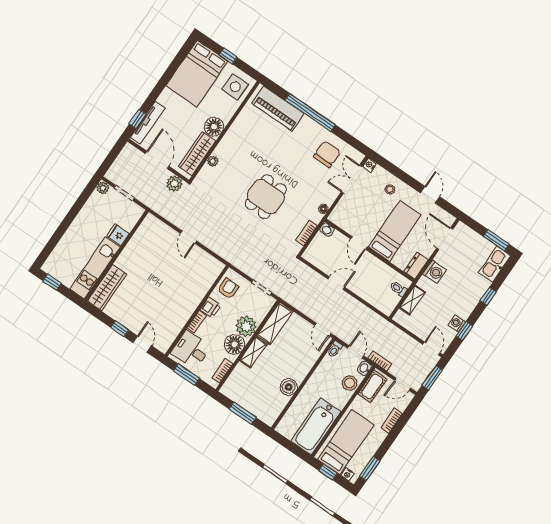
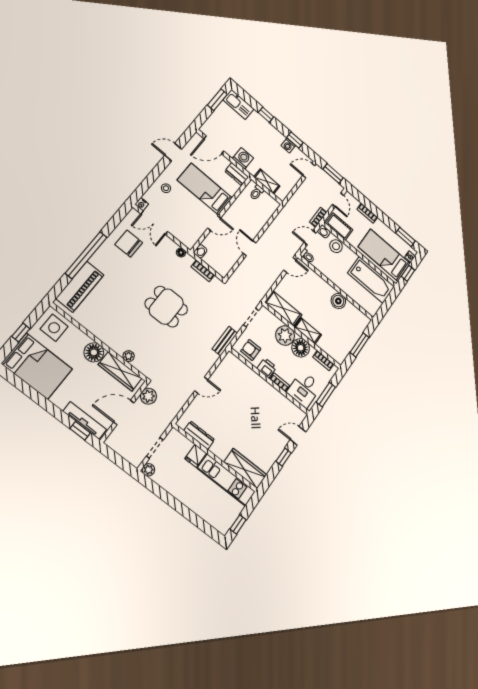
dresser: (138, 238) -> (199, 435), added
bench: (235, 260) -> (225, 341), added

